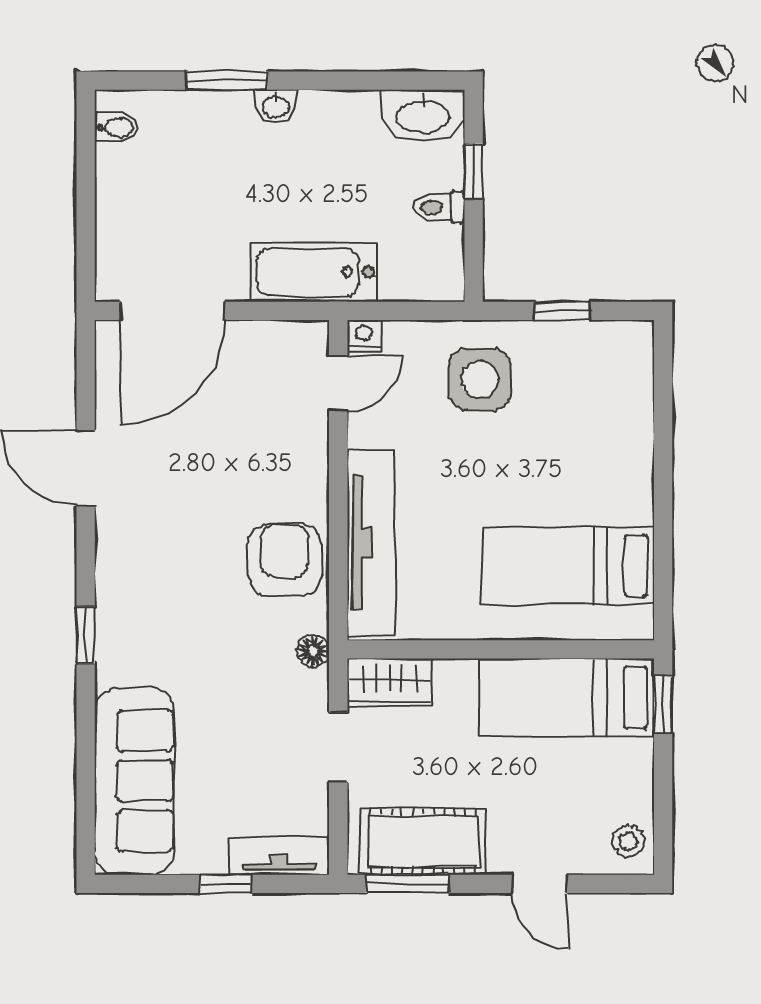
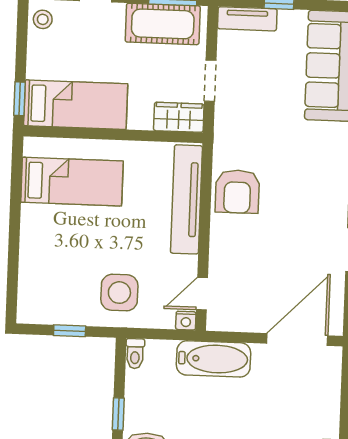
toilet: (439, 207) -> (135, 354), moved, turned 90
floor lamp: (313, 651) -> (223, 138), removed

